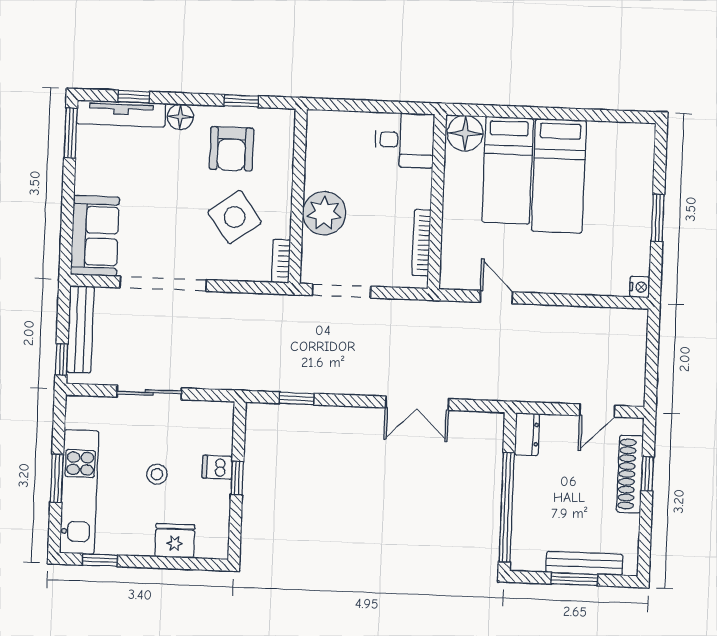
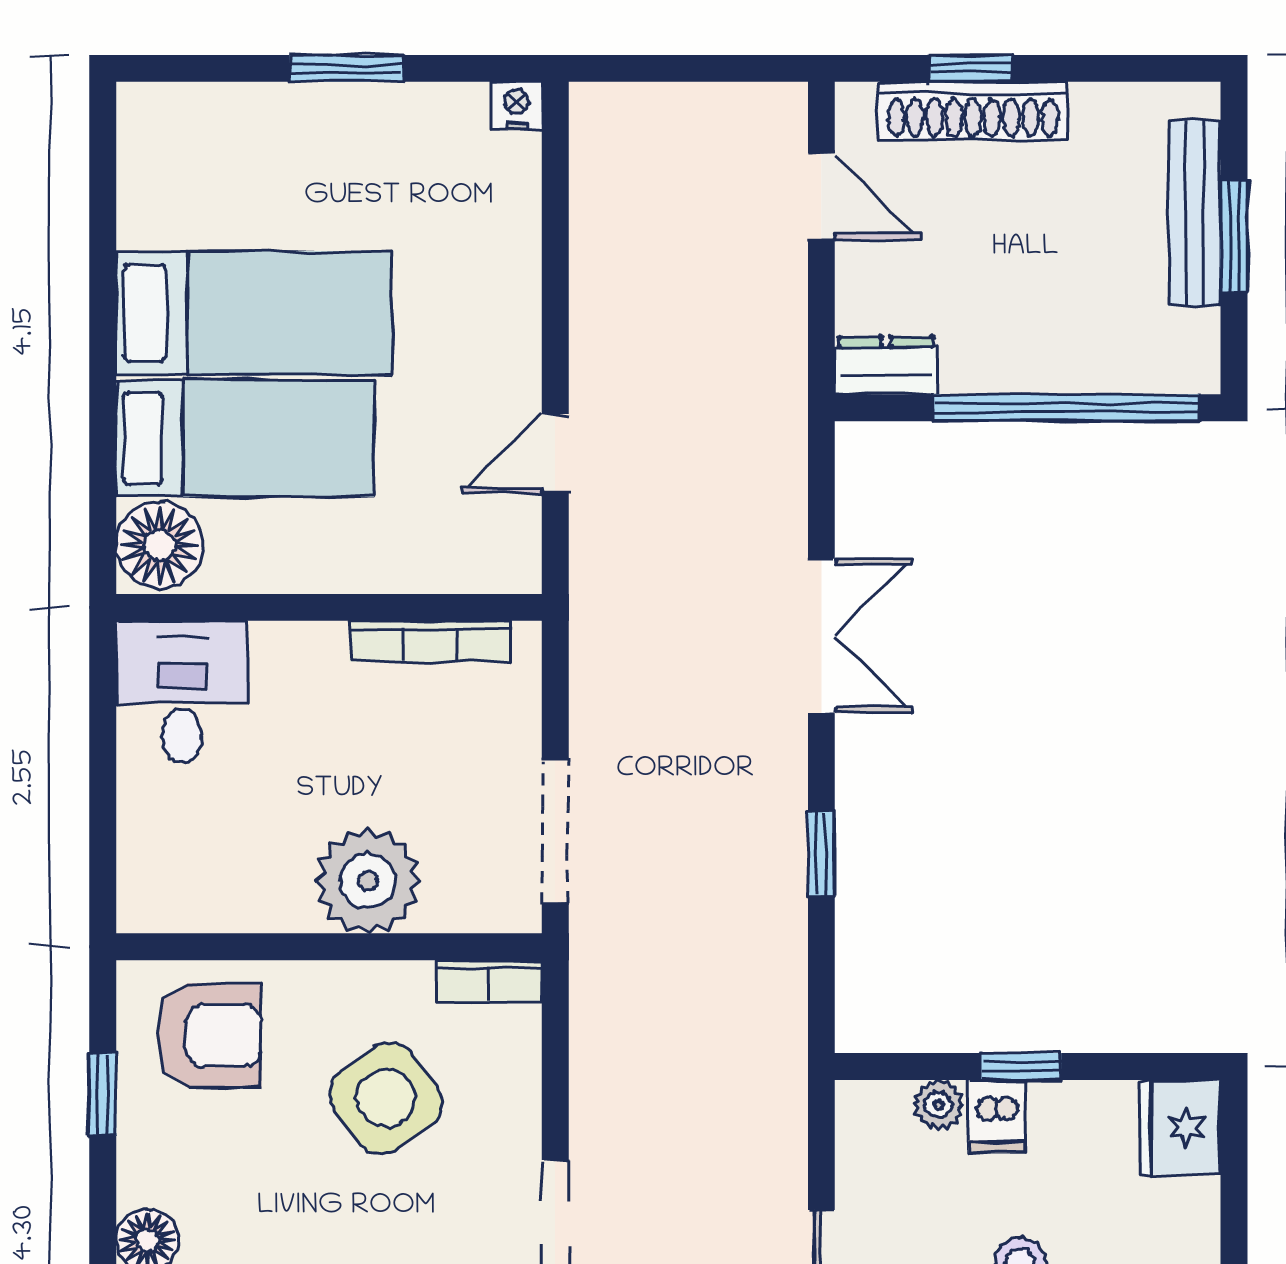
armchair: (231, 149) -> (209, 1036), moved
window: (297, 398) -> (821, 853), moved
plant: (223, 444) -> (938, 1105), added
fridge: (175, 541) -> (1180, 1127), moved

